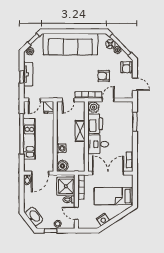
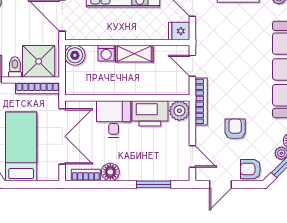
door: (108, 100) -> (192, 157), moved
shelving: (80, 131) -> (134, 54), moved
floor lamp: (128, 146) -> (110, 172), added

